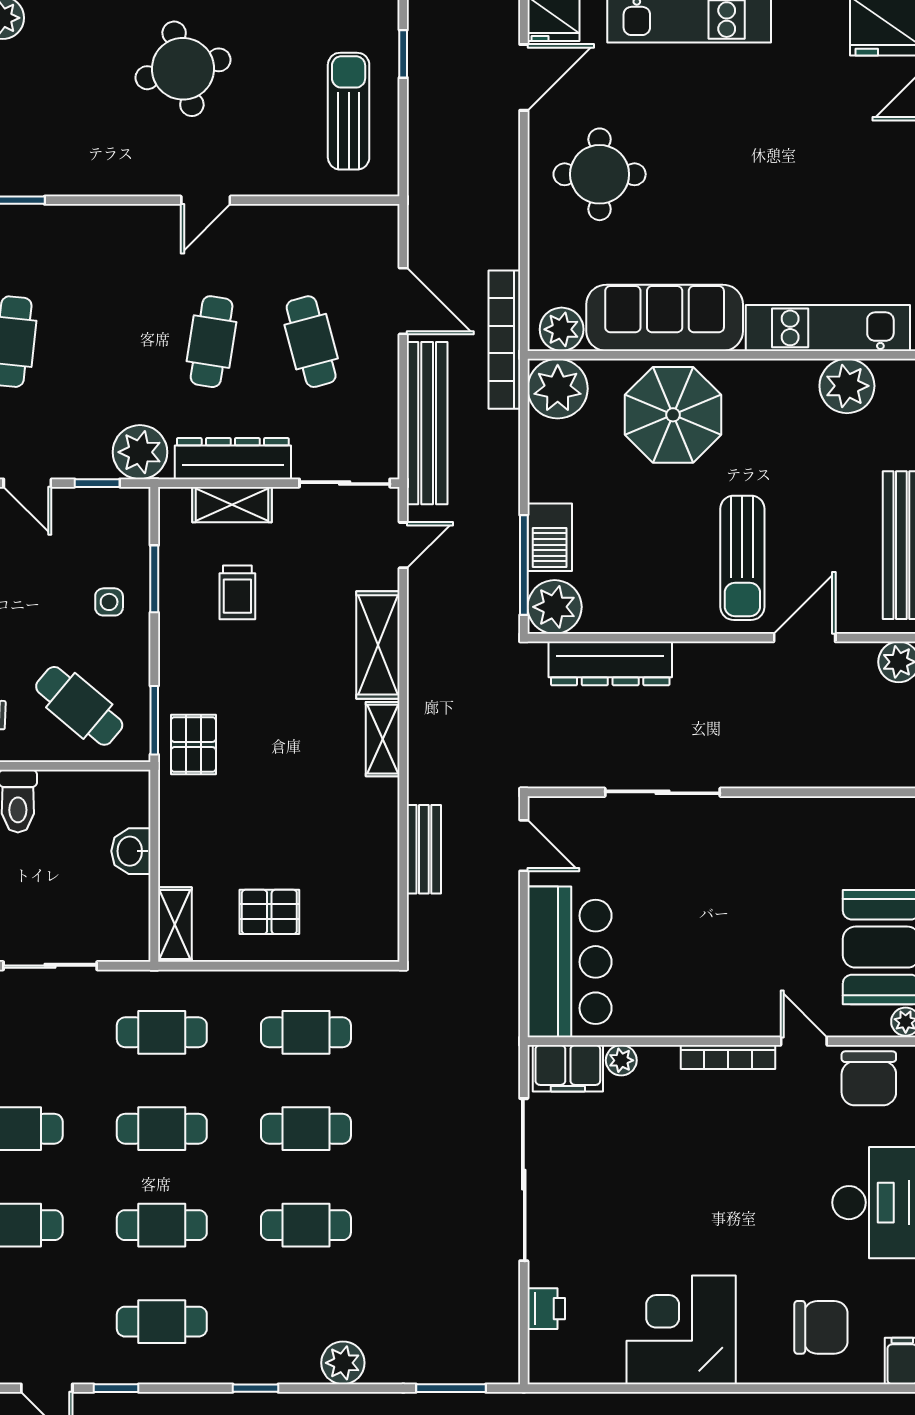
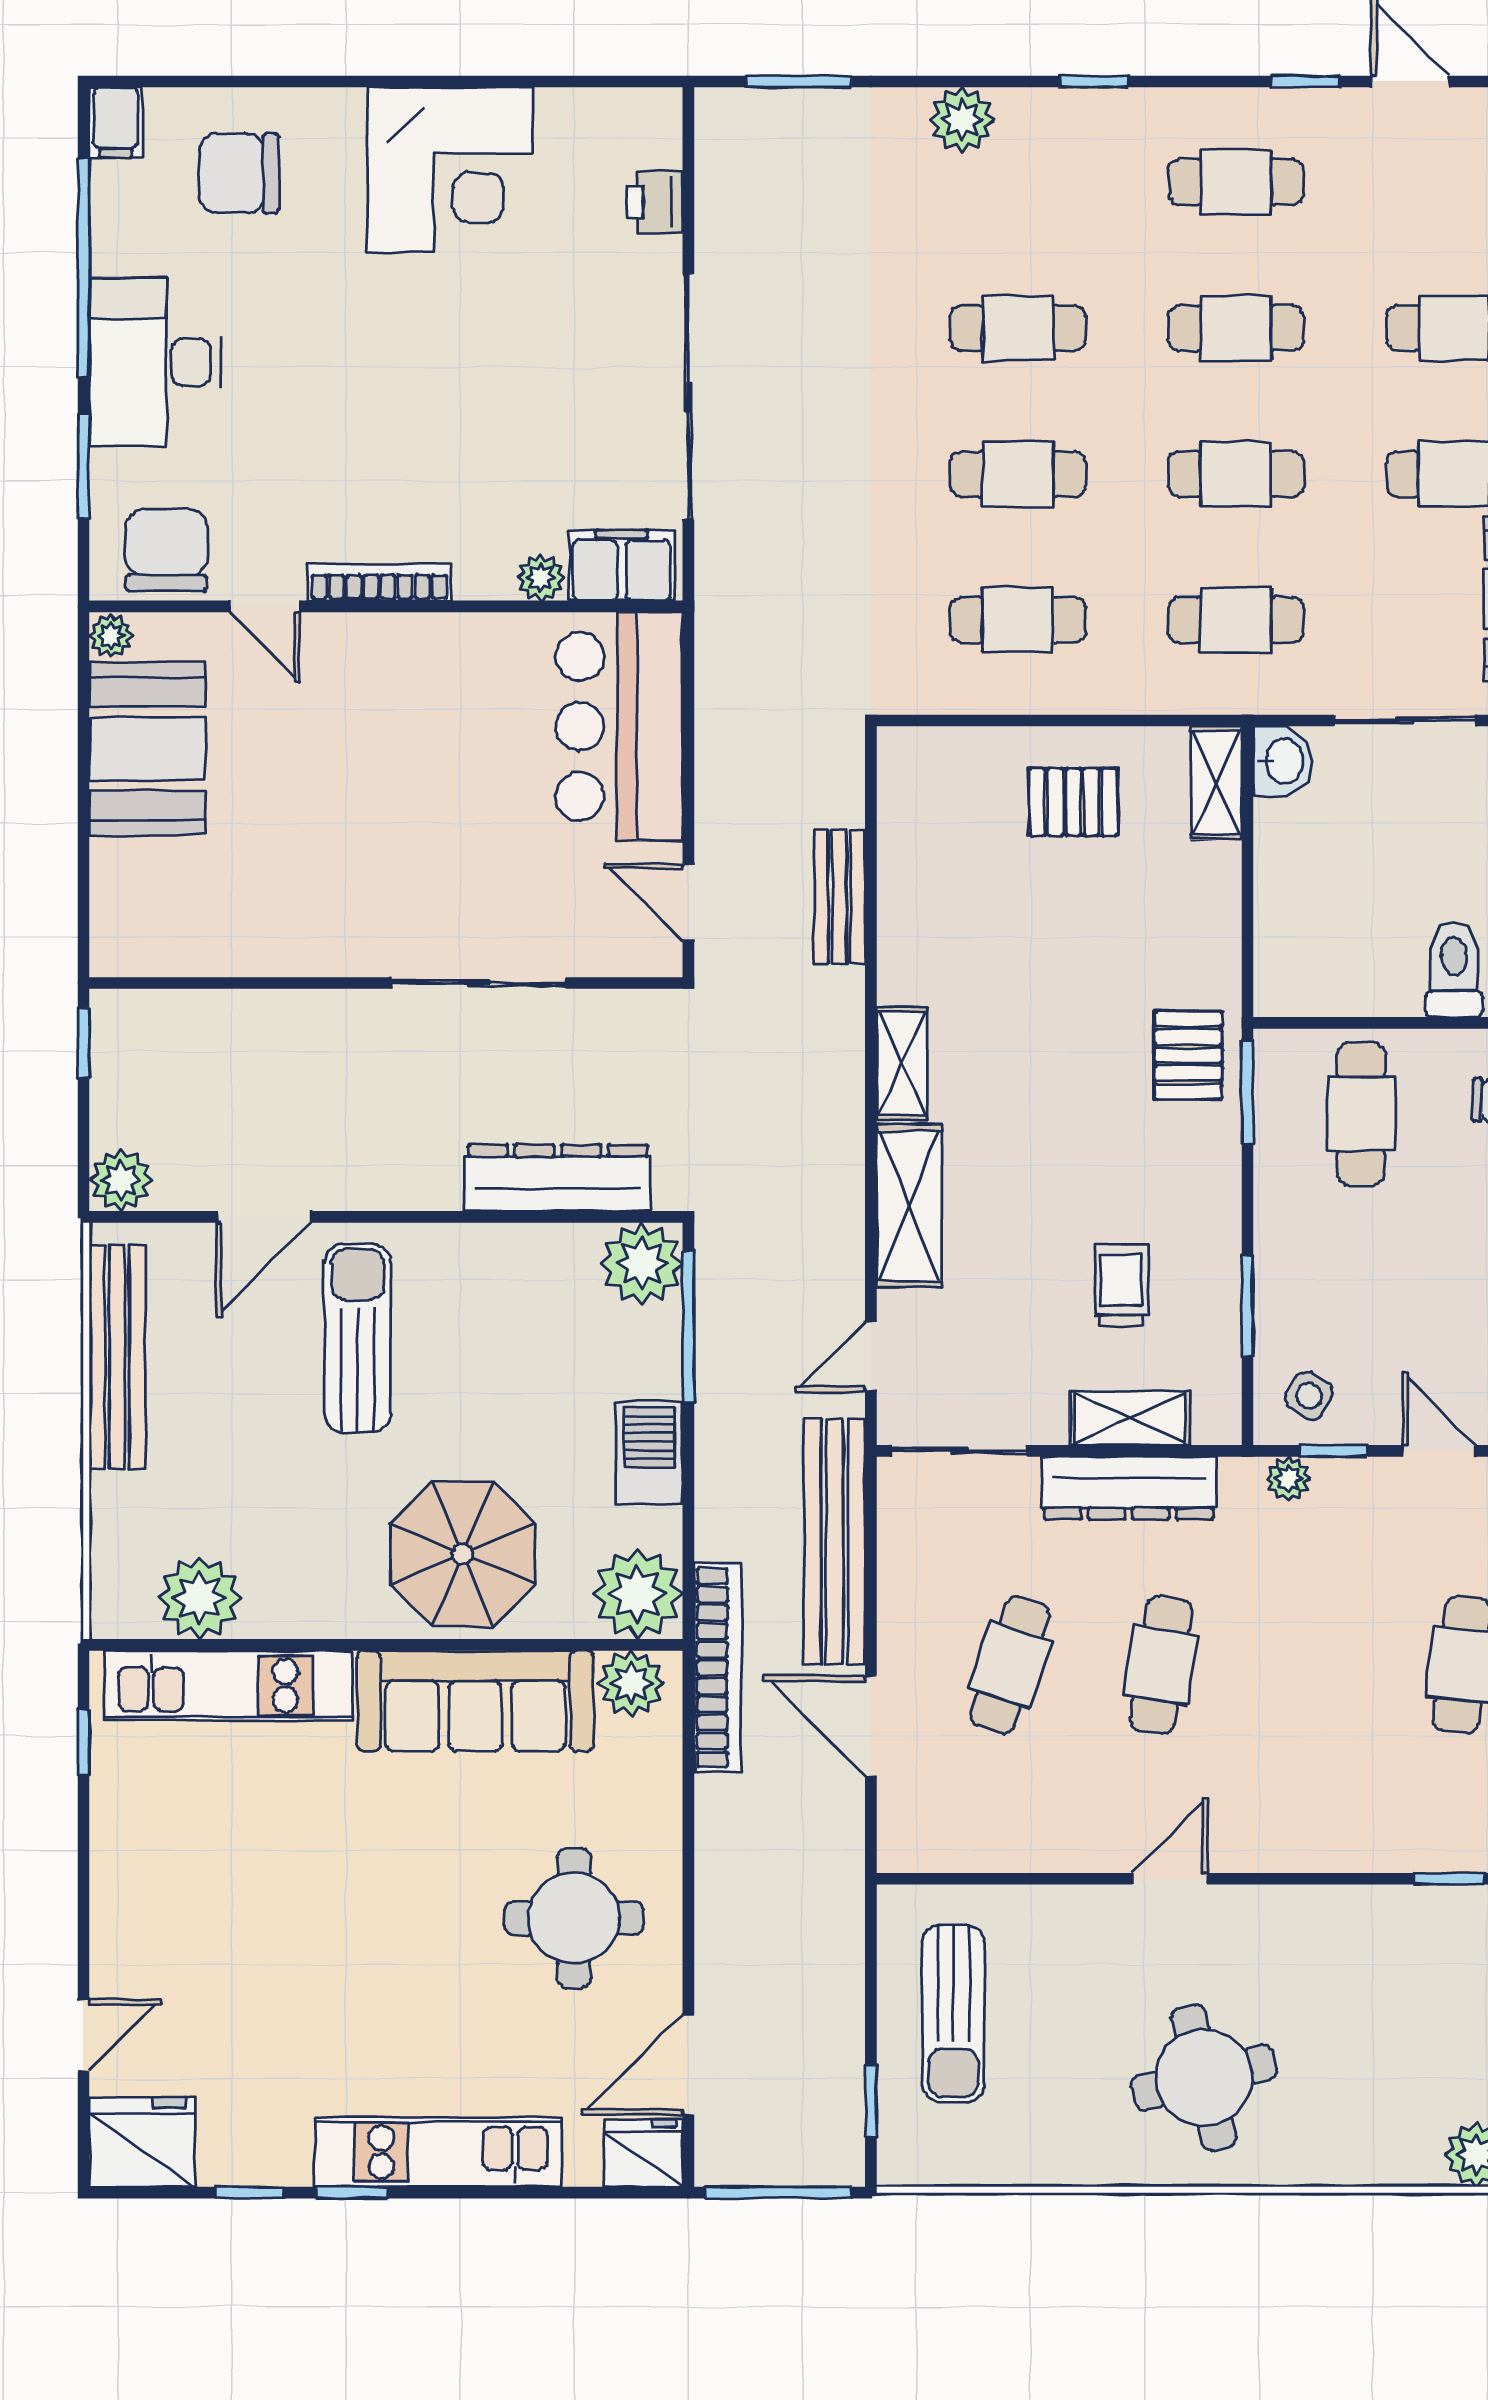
cafe table: (311, 342) -> (1010, 1665), turned 33
plant: (140, 452) -> (1288, 1478), width x0.53, depth x0.53
barbecue: (550, 537) -> (649, 1453), moved
side table: (109, 602) -> (1309, 1396), moved, turned 32
cafe table: (79, 706) -> (1361, 1114), turned 50
washbasin: (131, 851) -> (1283, 761), moved

